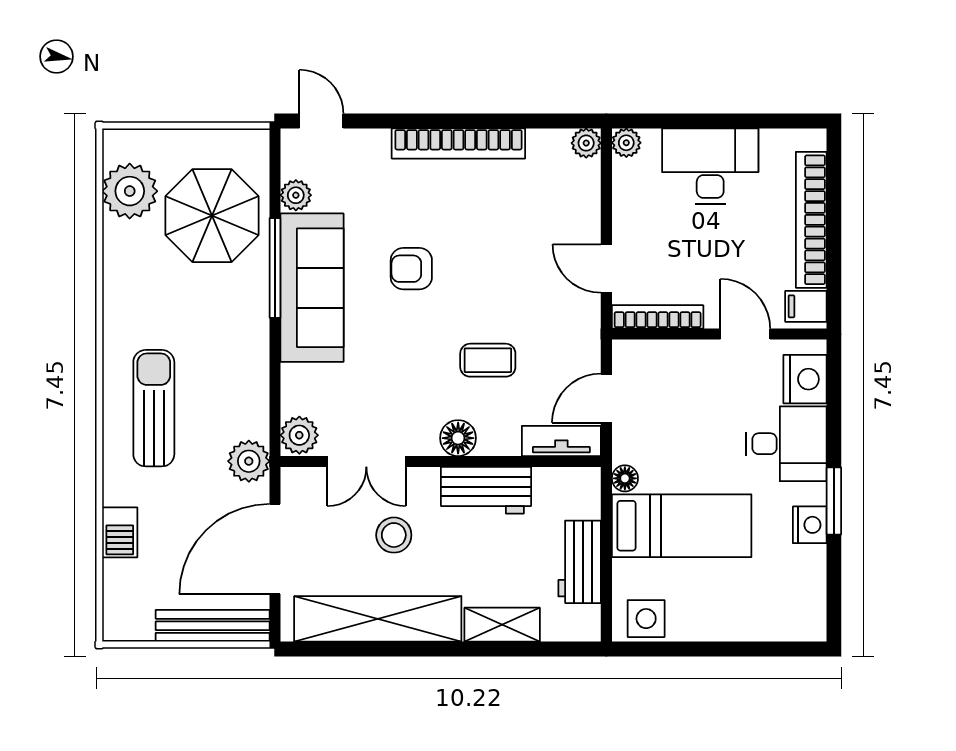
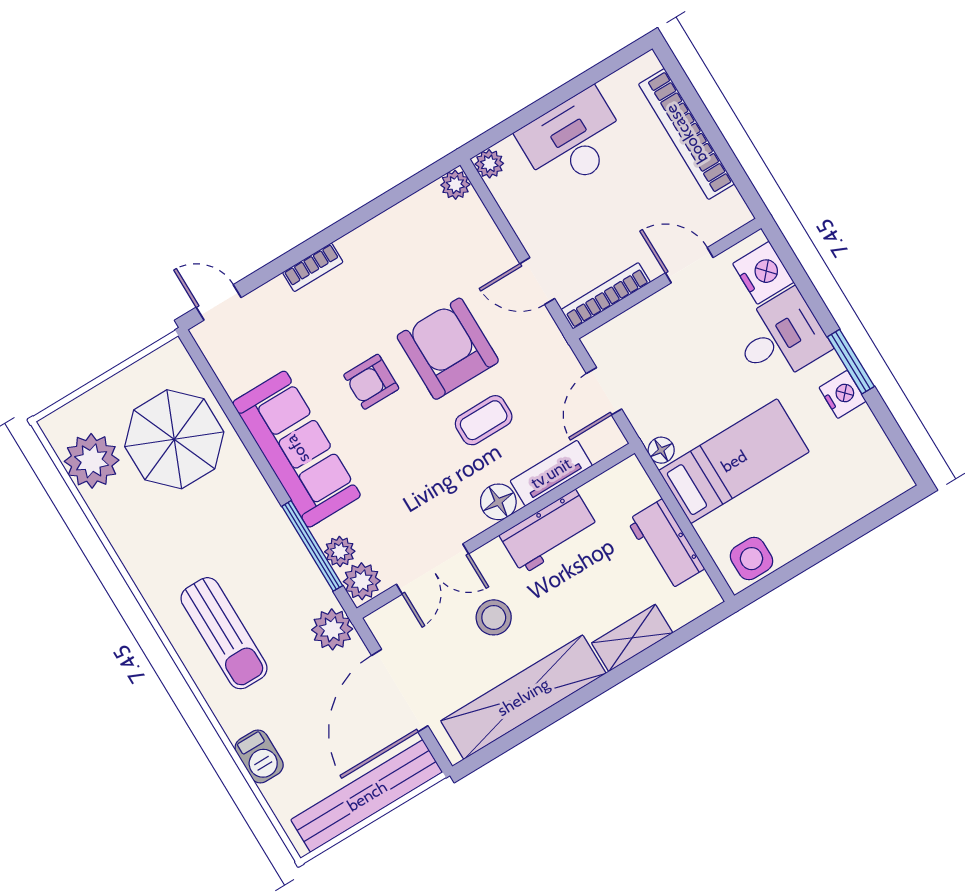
bookcase: (458, 143) -> (313, 267), width x0.43, depth x0.76
plant: (296, 195) -> (340, 551), moved
window: (275, 268) -> (312, 546), moved
armchair: (494, 280) -> (448, 349), added
filing cabinet: (806, 306) -> (727, 210), removed
sun lounger: (154, 408) -> (224, 633), turned 180
tv unit: (561, 441) -> (551, 473), moved
bench: (213, 626) -> (367, 796), width x1.37, depth x1.21

